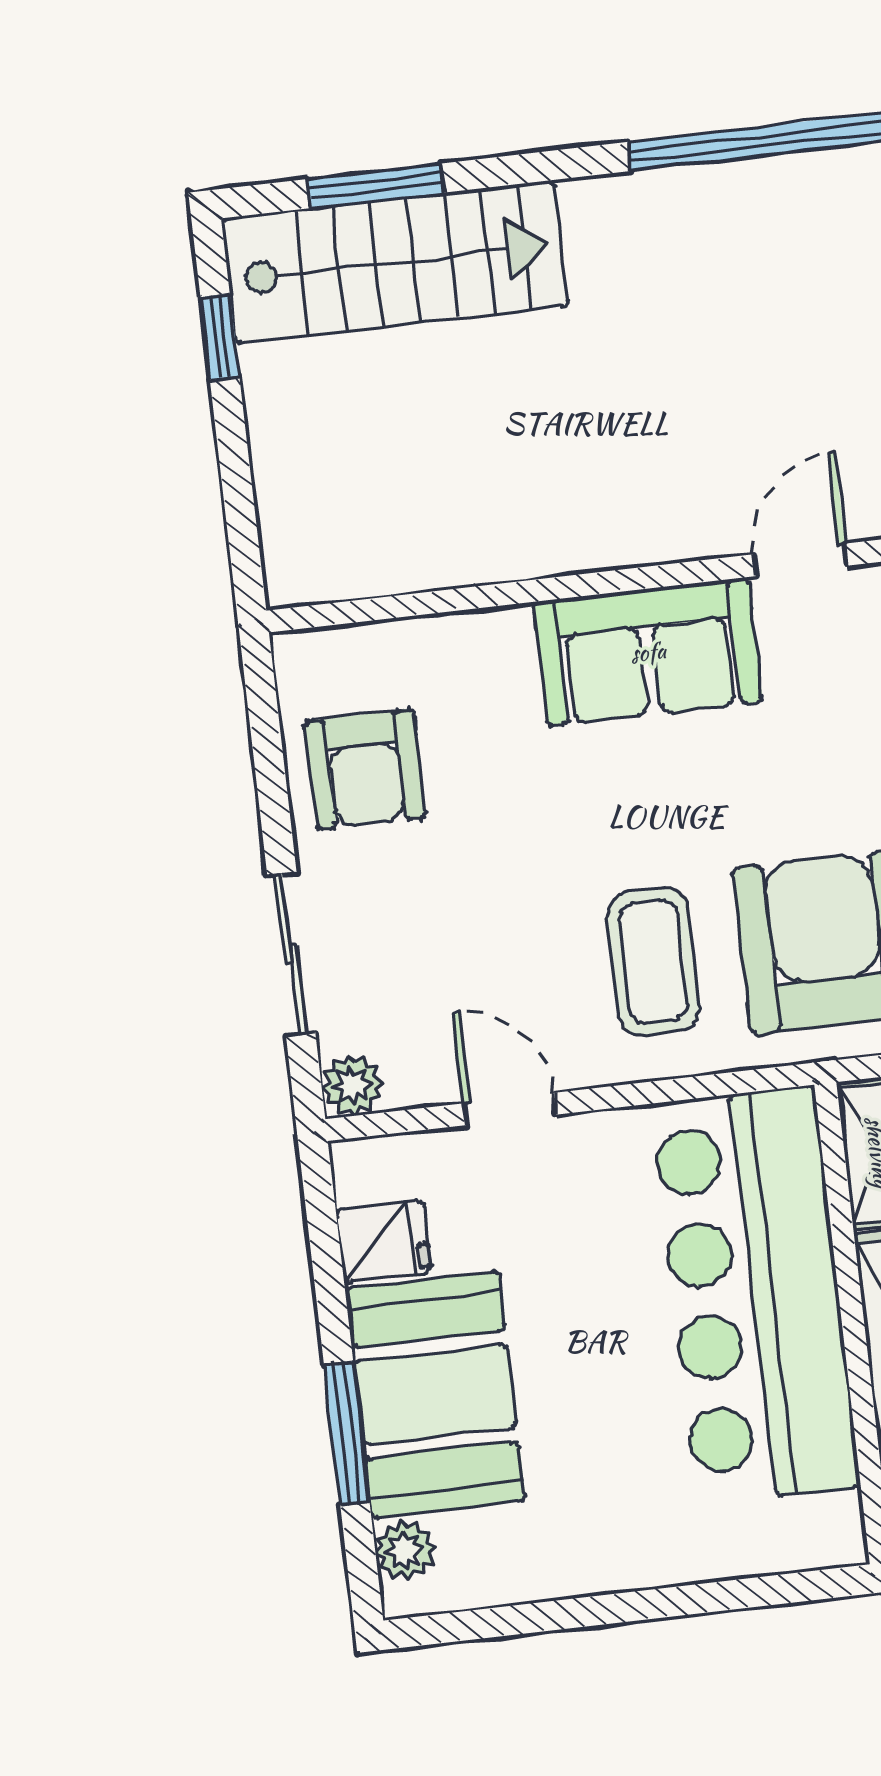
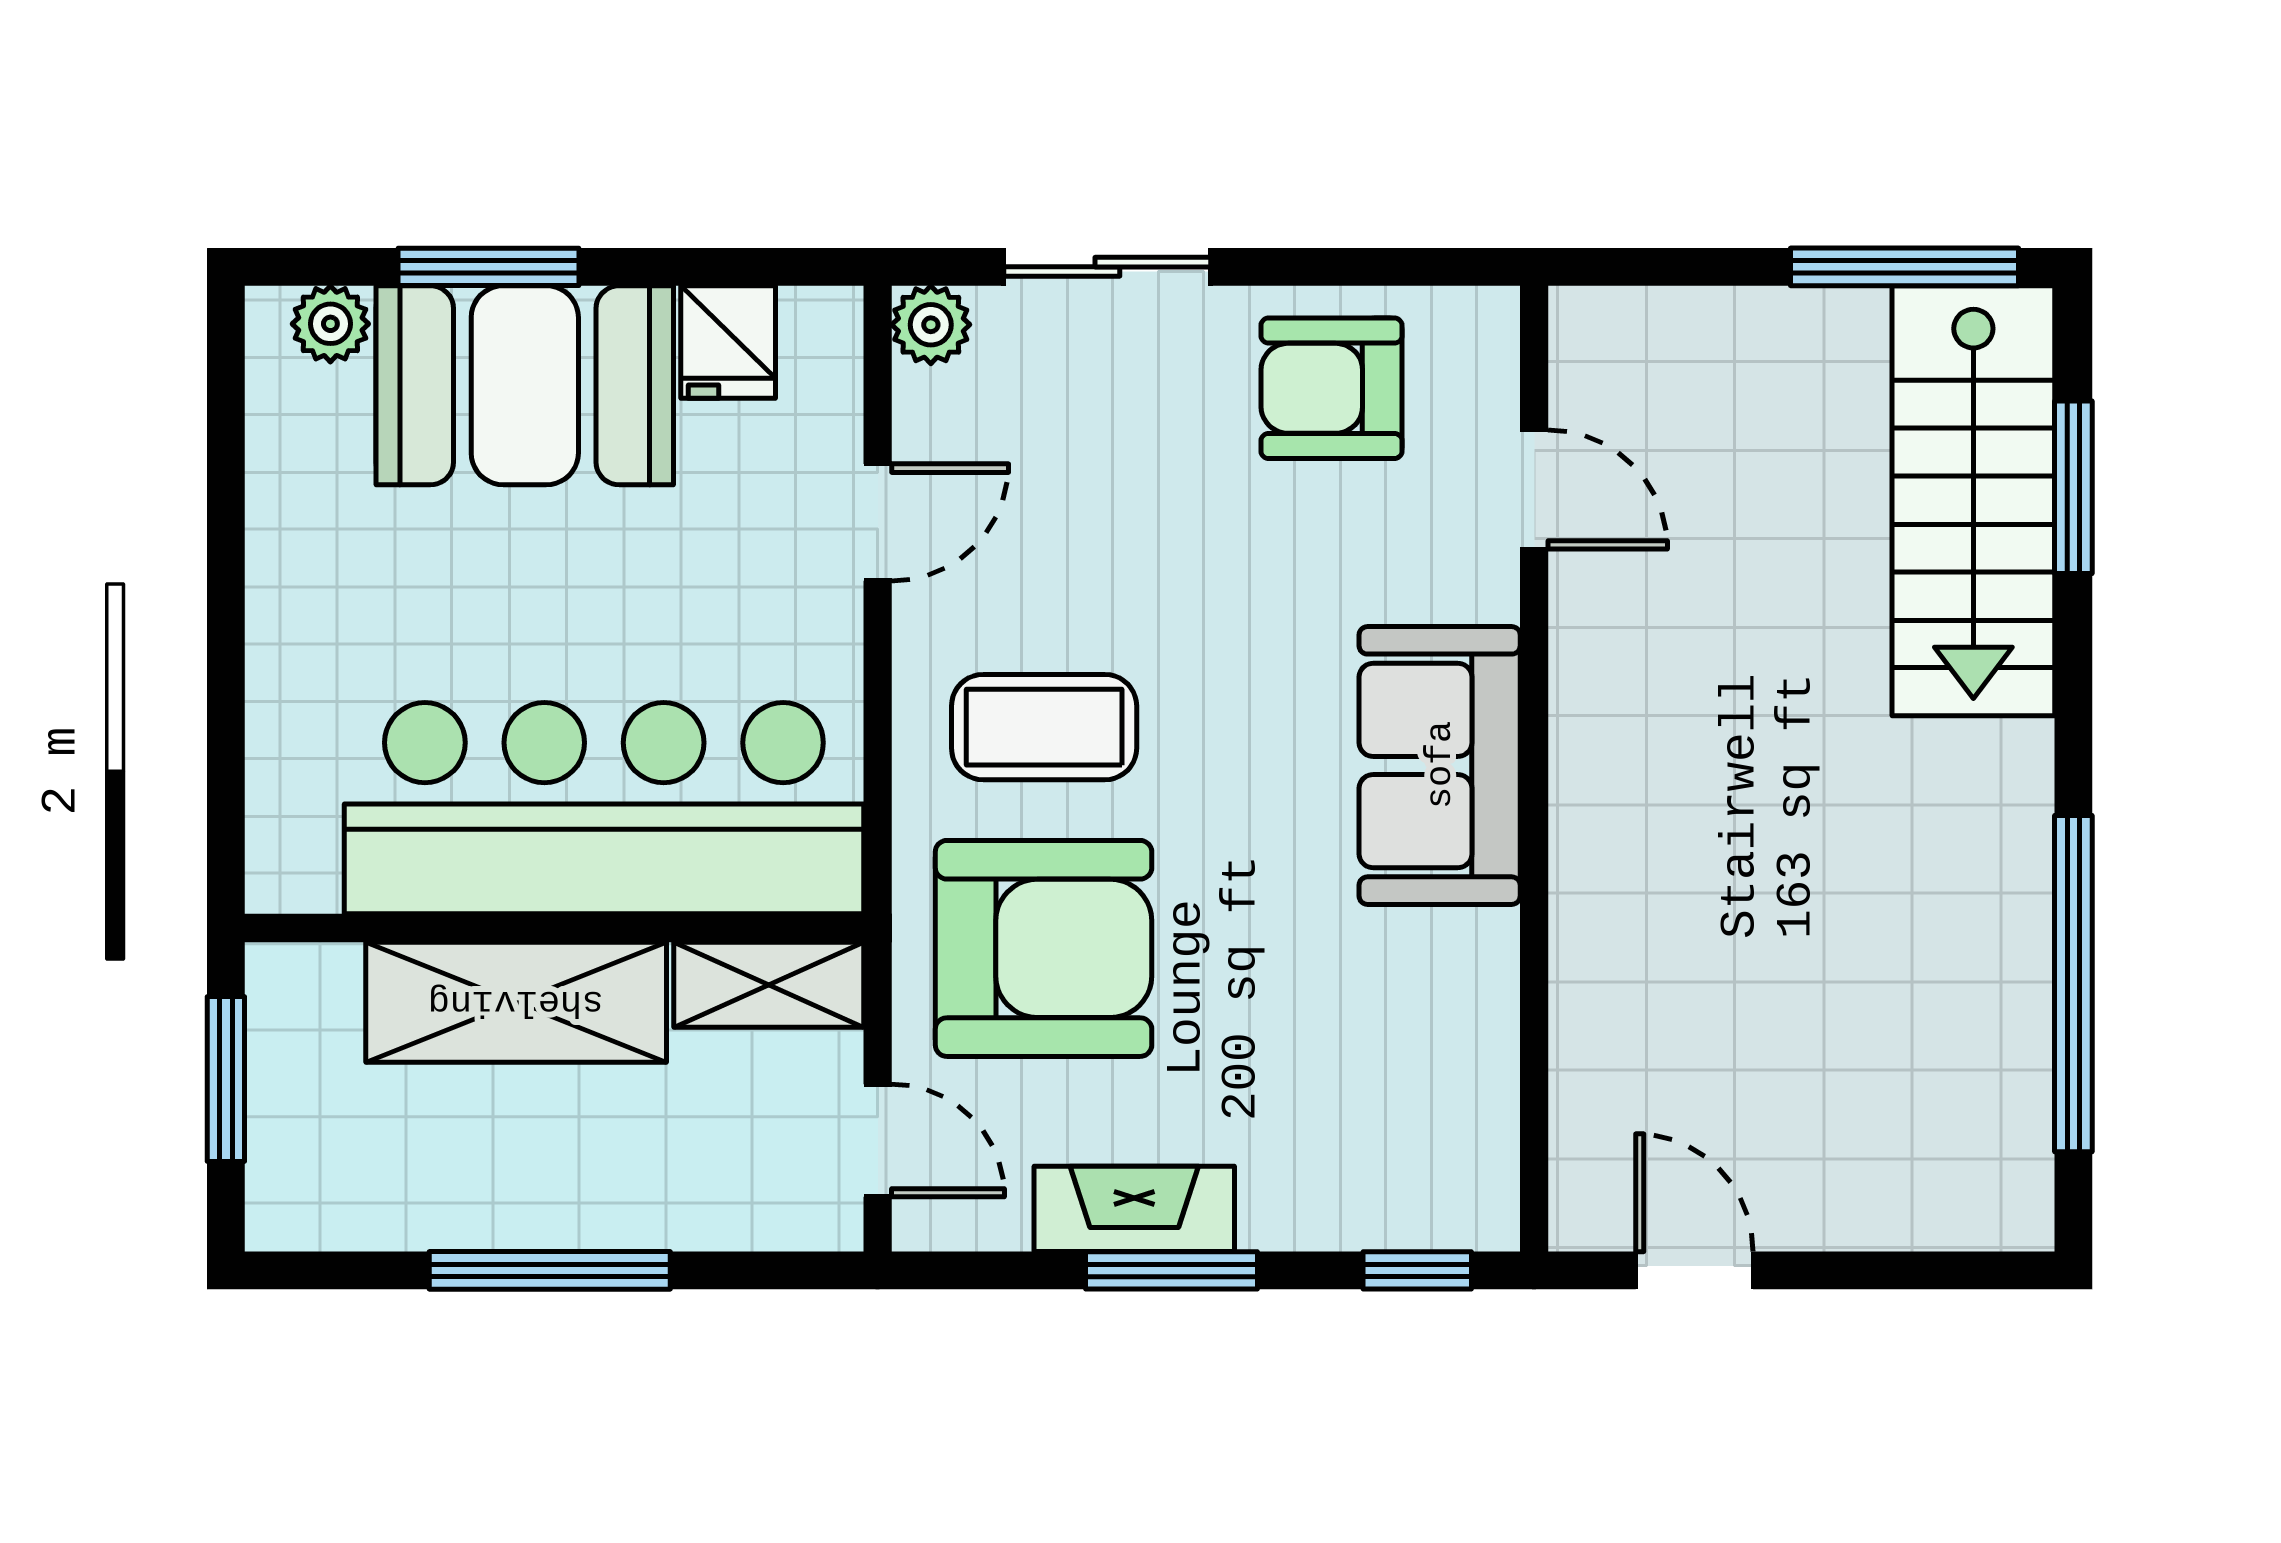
window: (220, 336) -> (1904, 267), width x2.17
door: (800, 560) -> (1534, 490), moved

